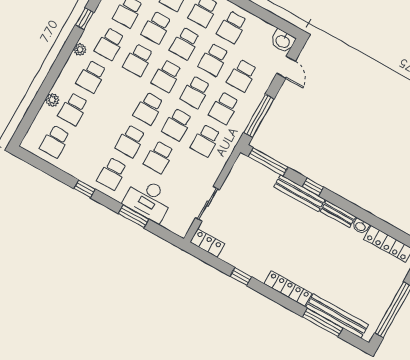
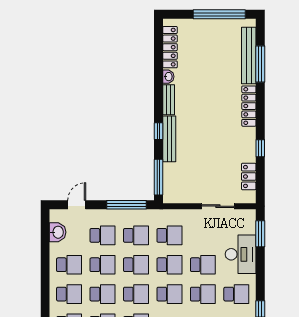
washbasin: (283, 41) -> (58, 232), moved
window: (134, 216) -> (260, 234), moved
locker: (207, 243) -> (249, 177), moved

